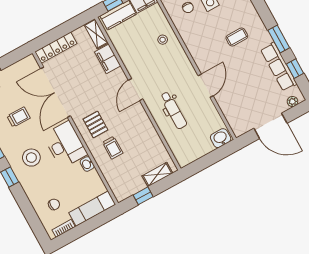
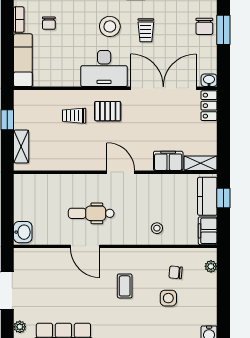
coffee table: (237, 37) -> (125, 286), moved
locker: (56, 48) -> (209, 106), width x0.66
dental chair: (174, 110) -> (91, 213), moved
trolley: (19, 117) -> (146, 30), moved
washbasin: (87, 164) -> (209, 80), moved

